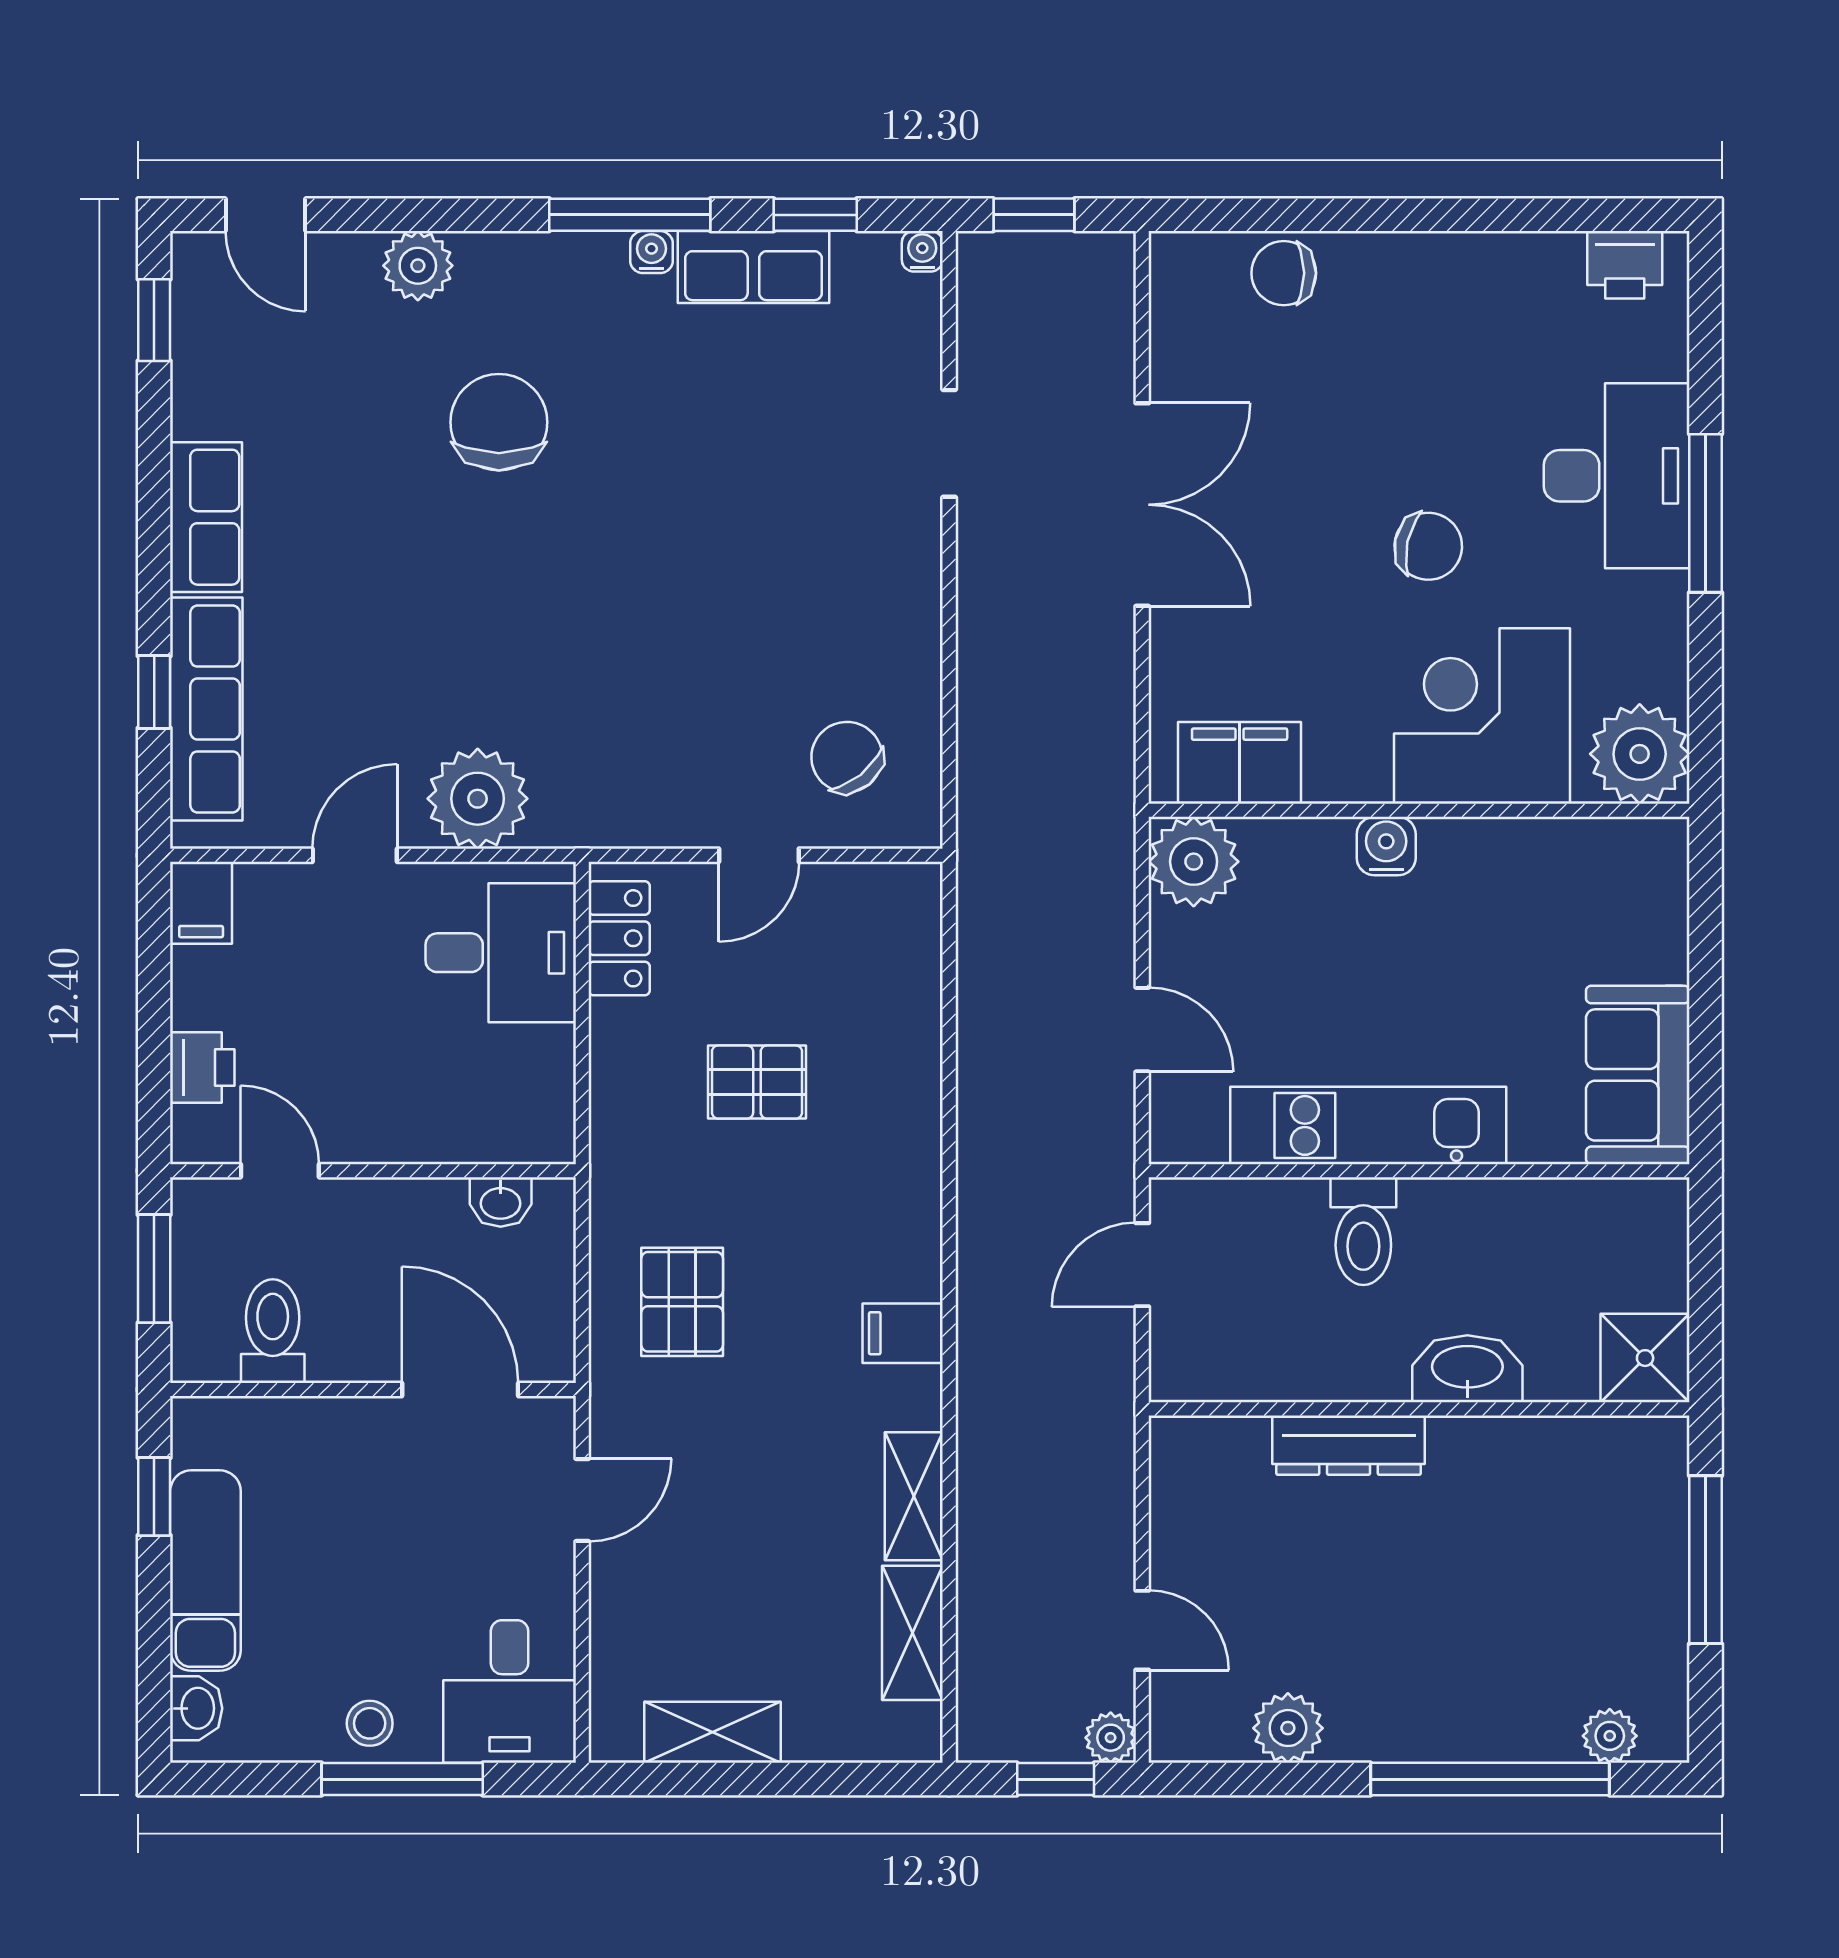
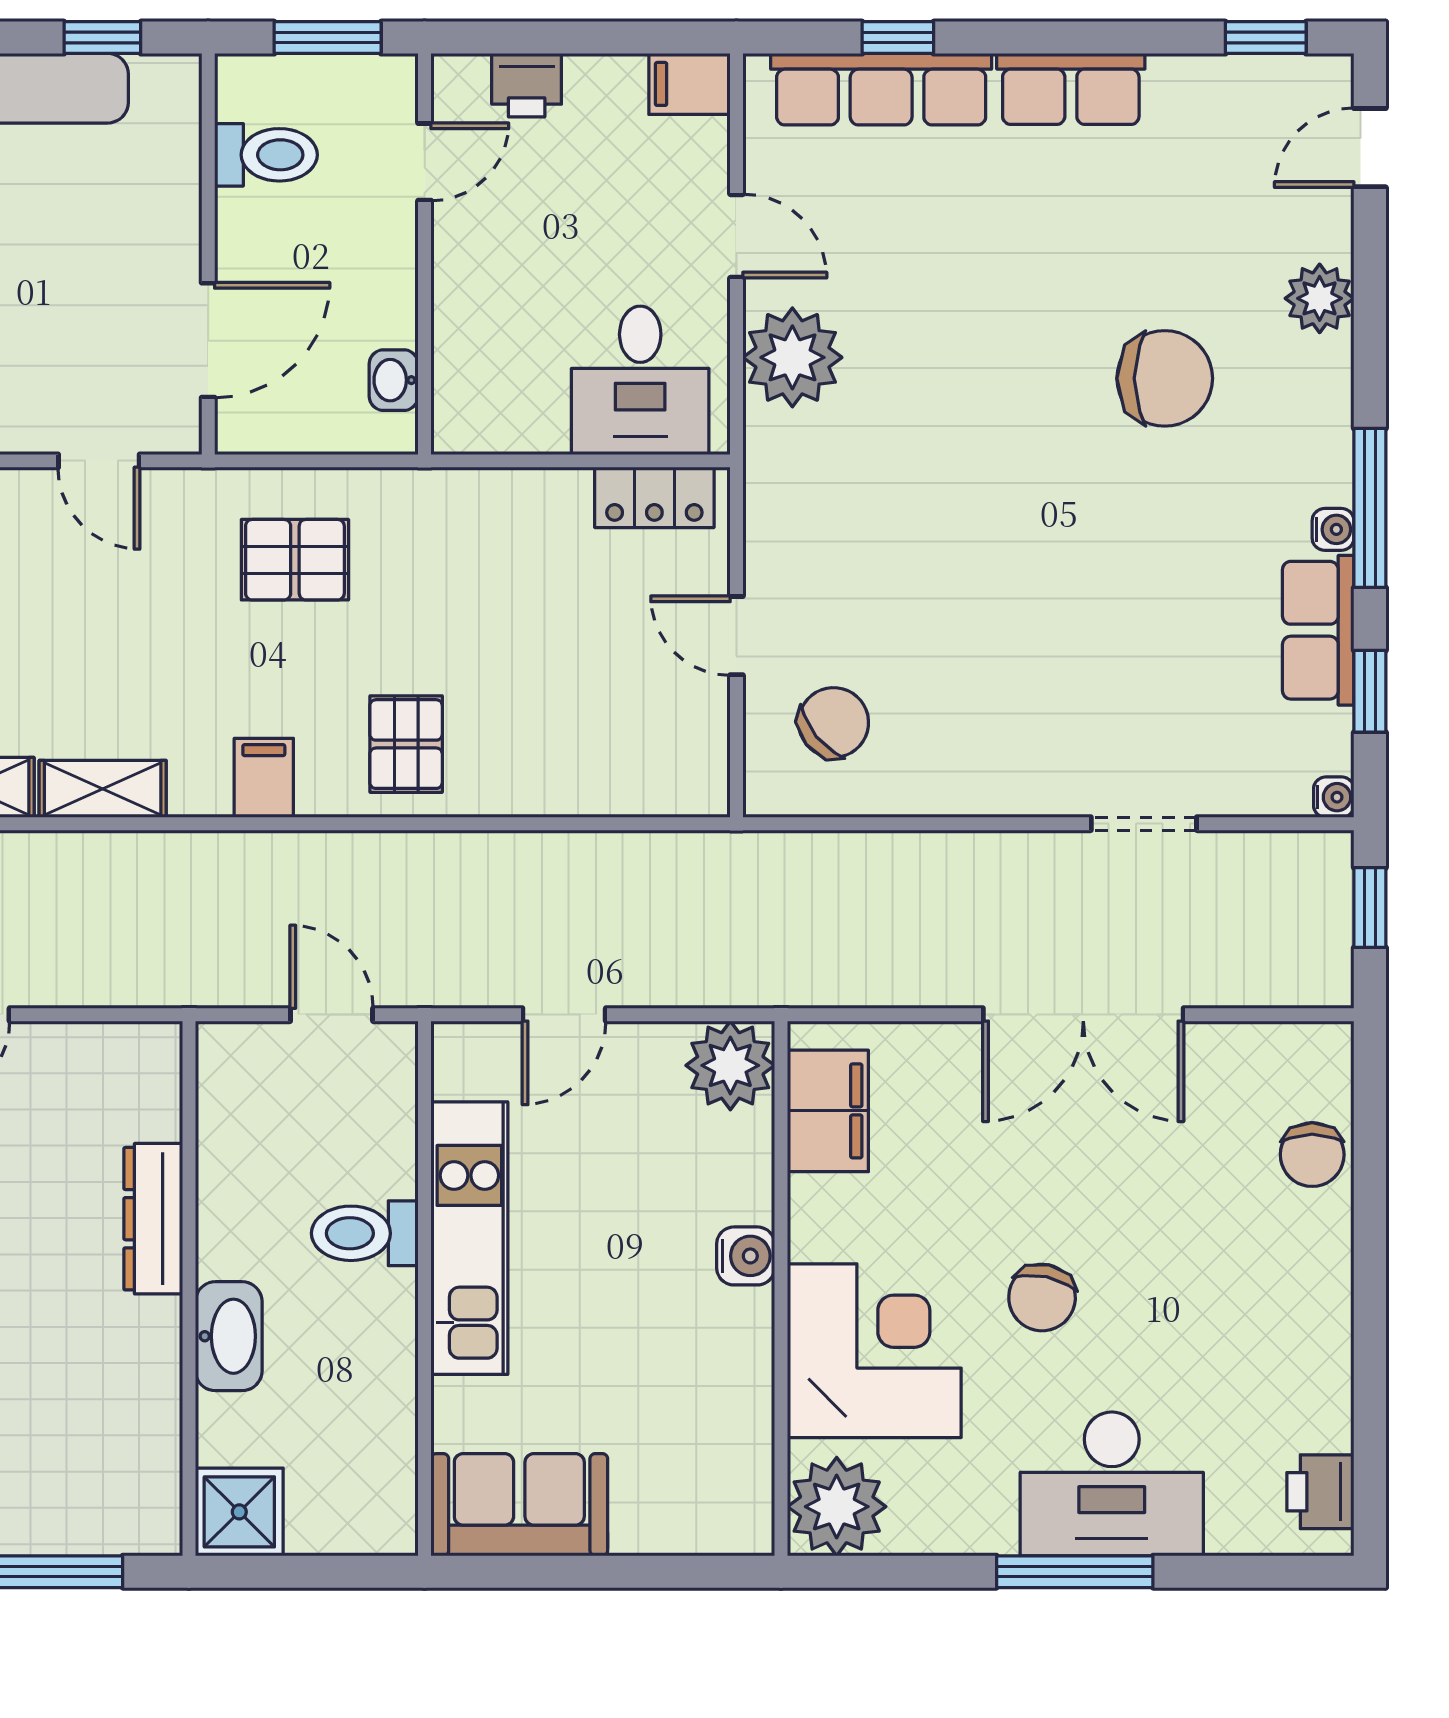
chair: (1284, 273) -> (1312, 1155), turned 180
pallet: (757, 1082) -> (406, 744), moved

